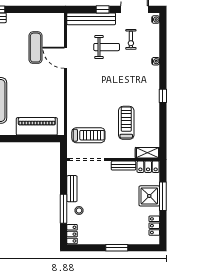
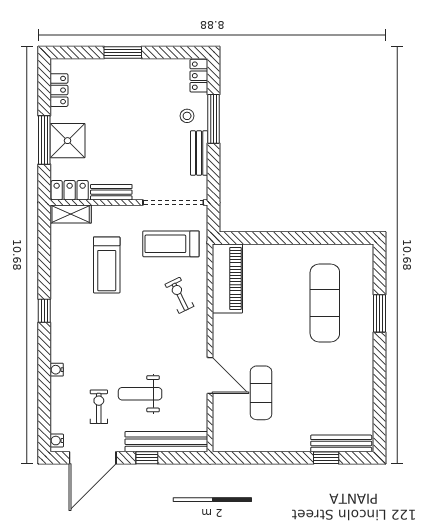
exercise bike: (83, 105) -> (179, 295), added
piano: (37, 126) -> (227, 278), moved, turned -90

